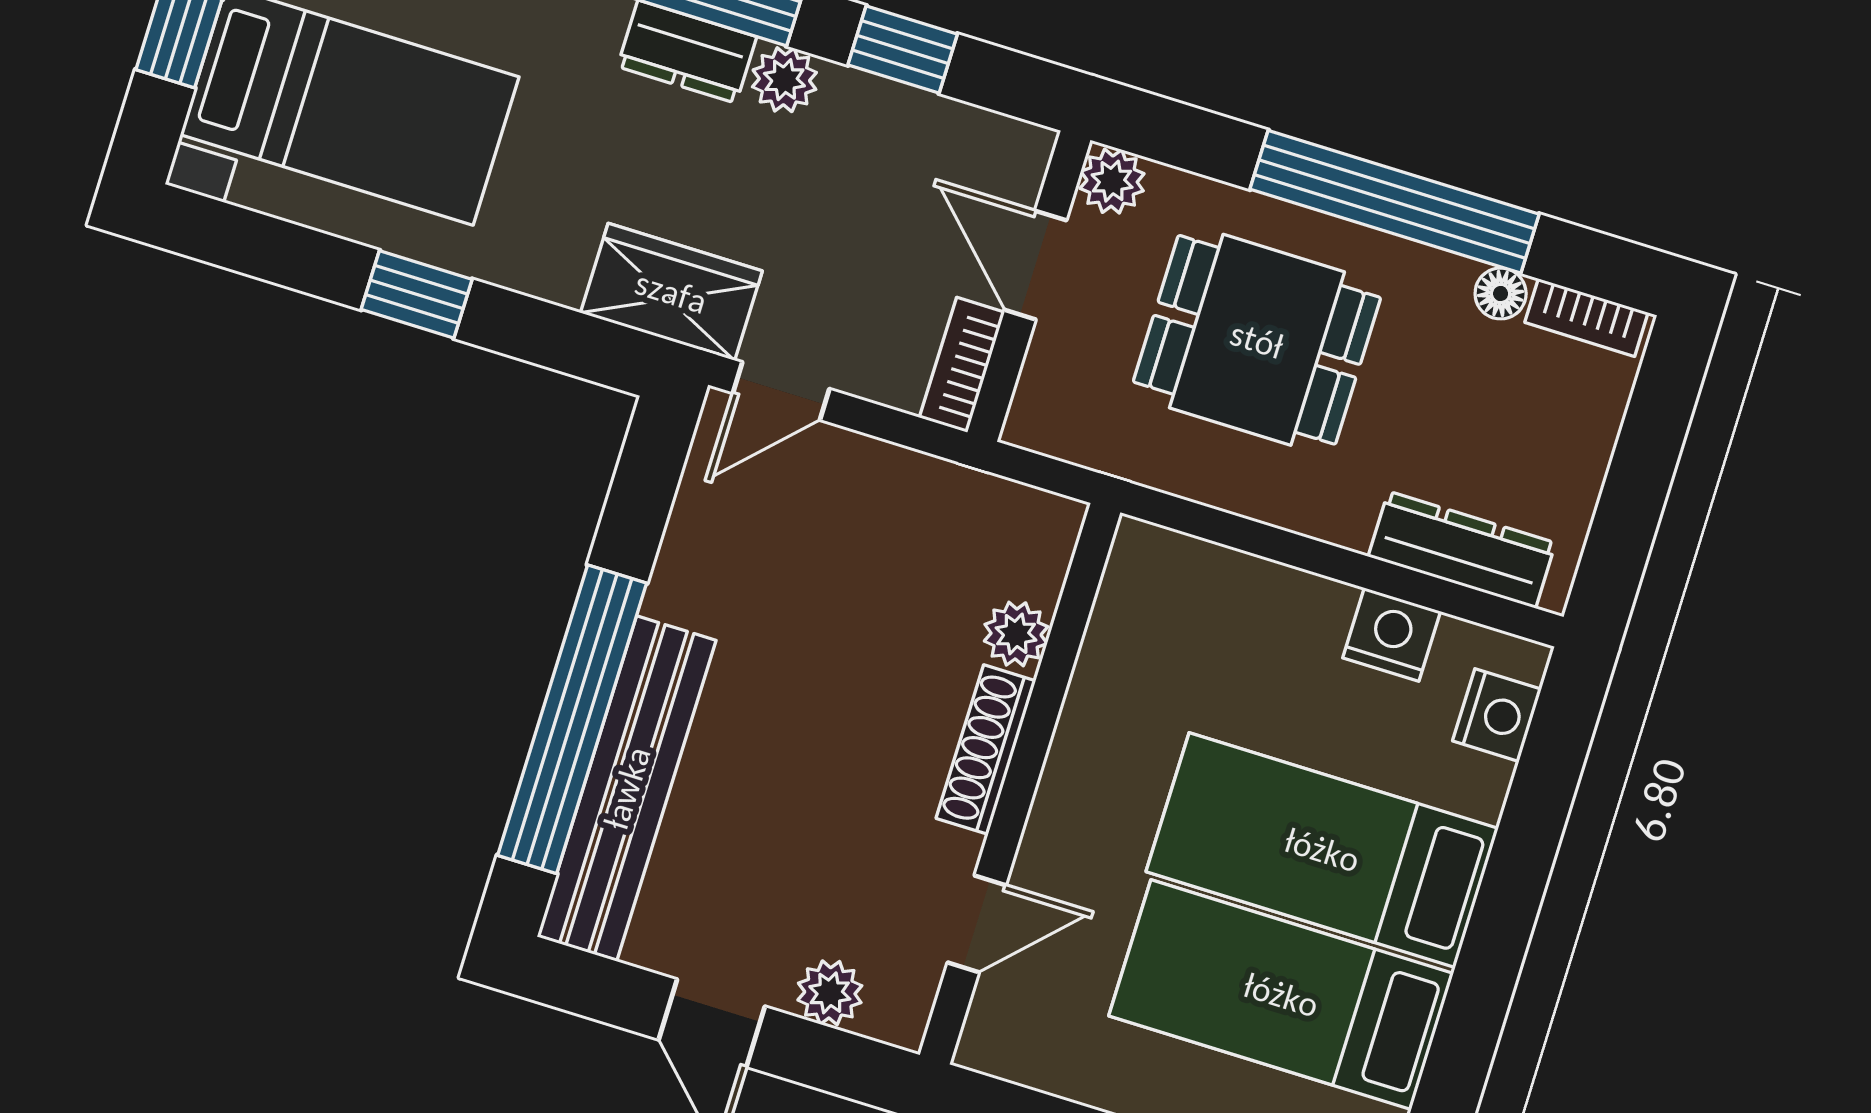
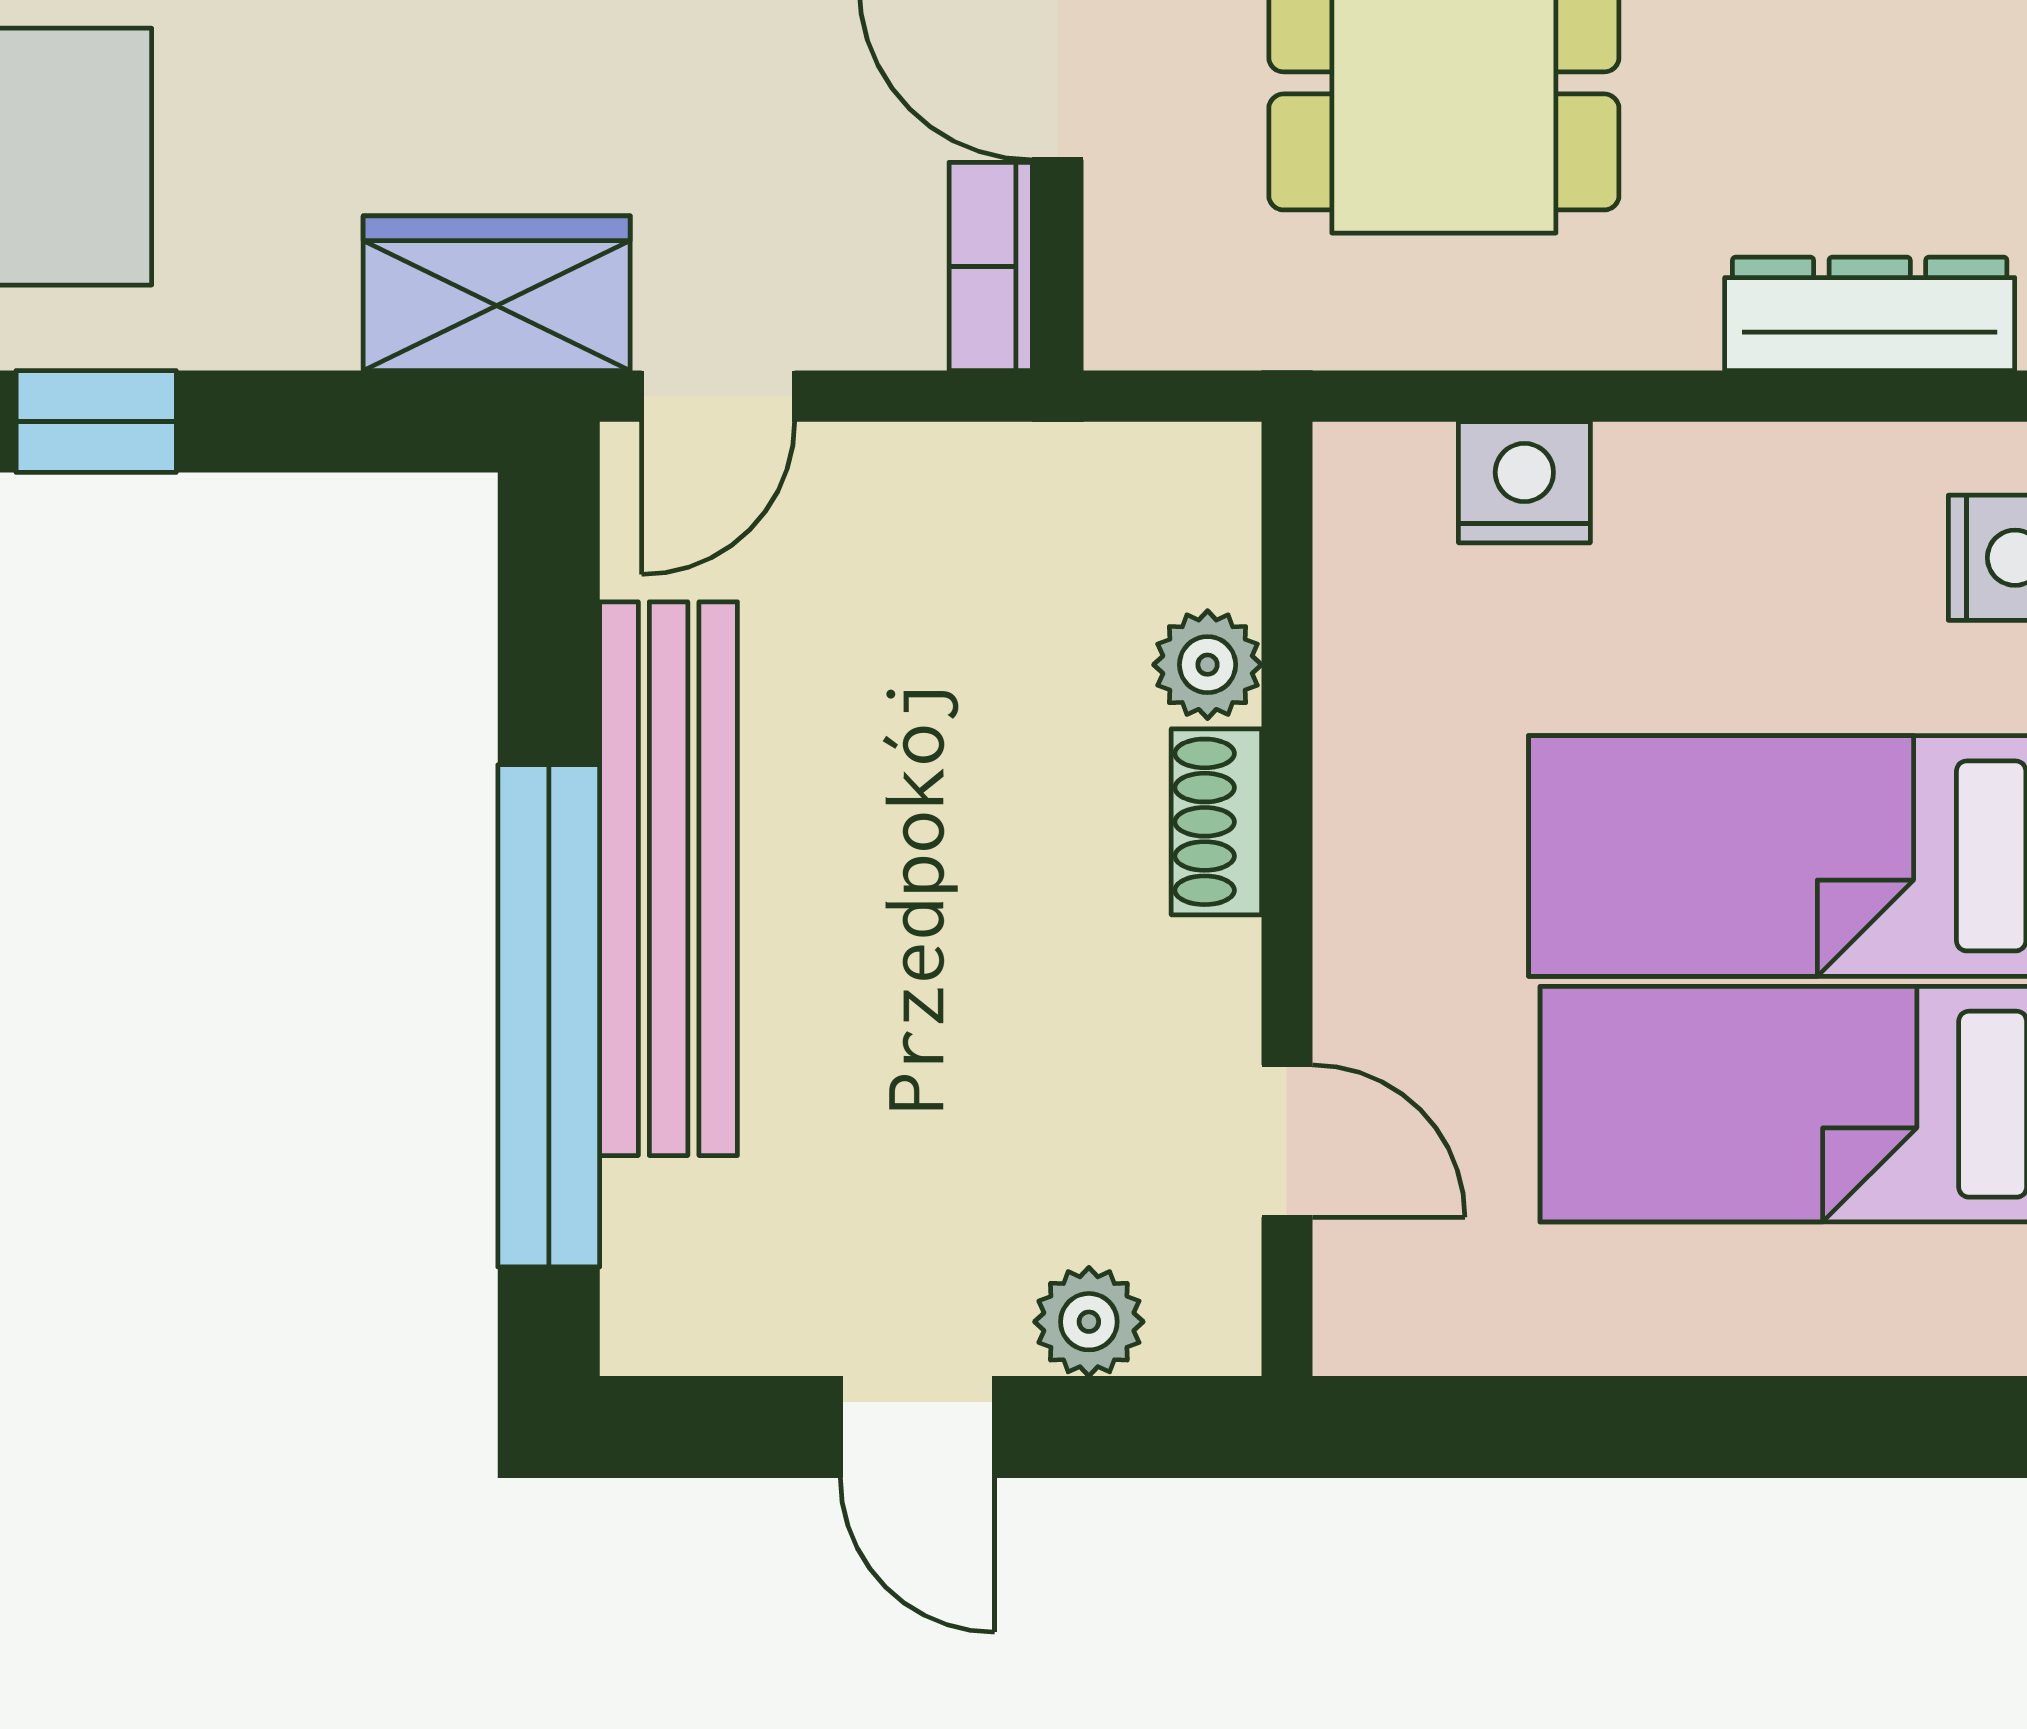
nightstand: (1392, 635) -> (1524, 482), moved
shoe rack: (986, 750) -> (1216, 822), width x0.70
bench: (627, 788) -> (669, 879), moved
door: (977, 924) -> (1287, 1141), hinge flipped

